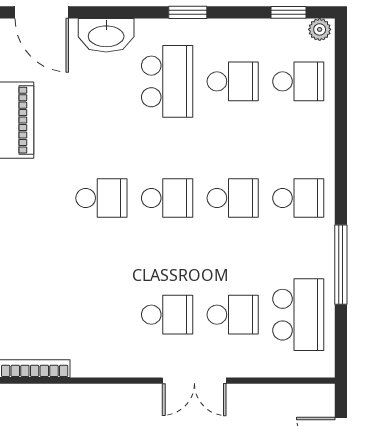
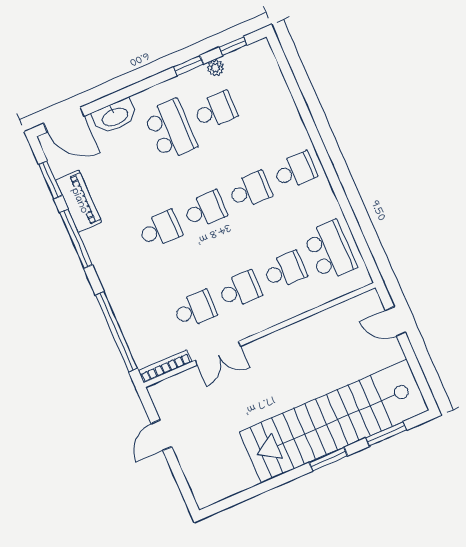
window: (188, 12) -> (188, 66), moved
plant: (320, 29) -> (215, 68), moved
school desk: (298, 81) -> (195, 309), moved
window: (341, 265) -> (344, 204), removed
double door: (194, 381) -> (218, 353), moved

